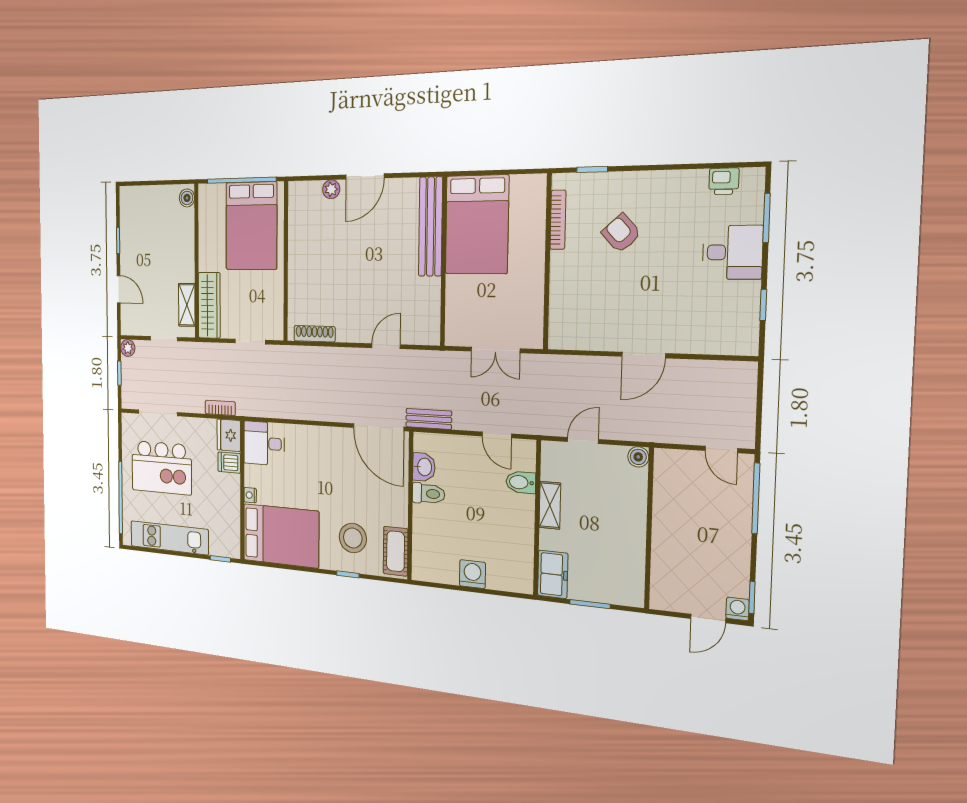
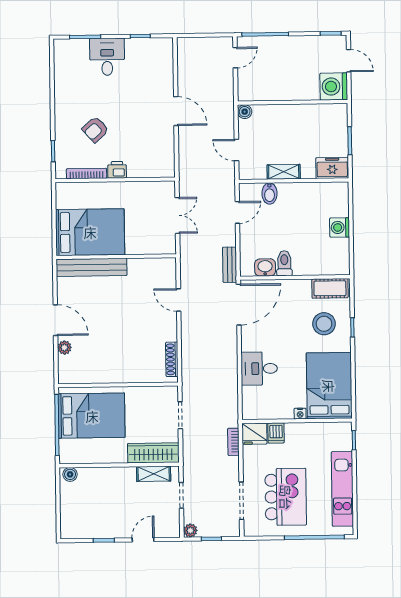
printer: (724, 181) -> (117, 170), moved, turned -90
desk: (264, 443) -> (259, 369), moved, turned 90
washing machine: (737, 609) -> (334, 87), moved, width x1.89, depth x1.89

